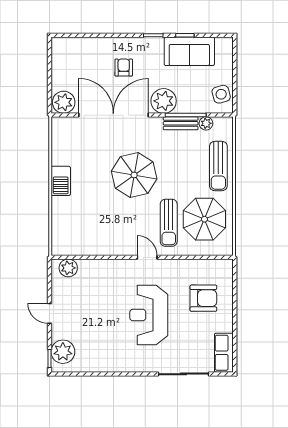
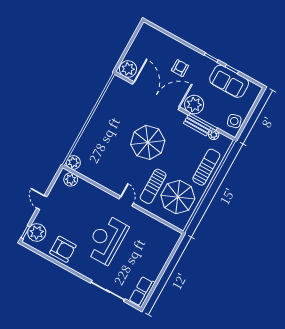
sun lounger: (218, 166) -> (206, 167), turned 180
barbecue: (61, 181) -> (97, 120), removed
plant: (60, 246) -> (73, 162), added
armchair: (203, 298) -> (63, 249), moved

